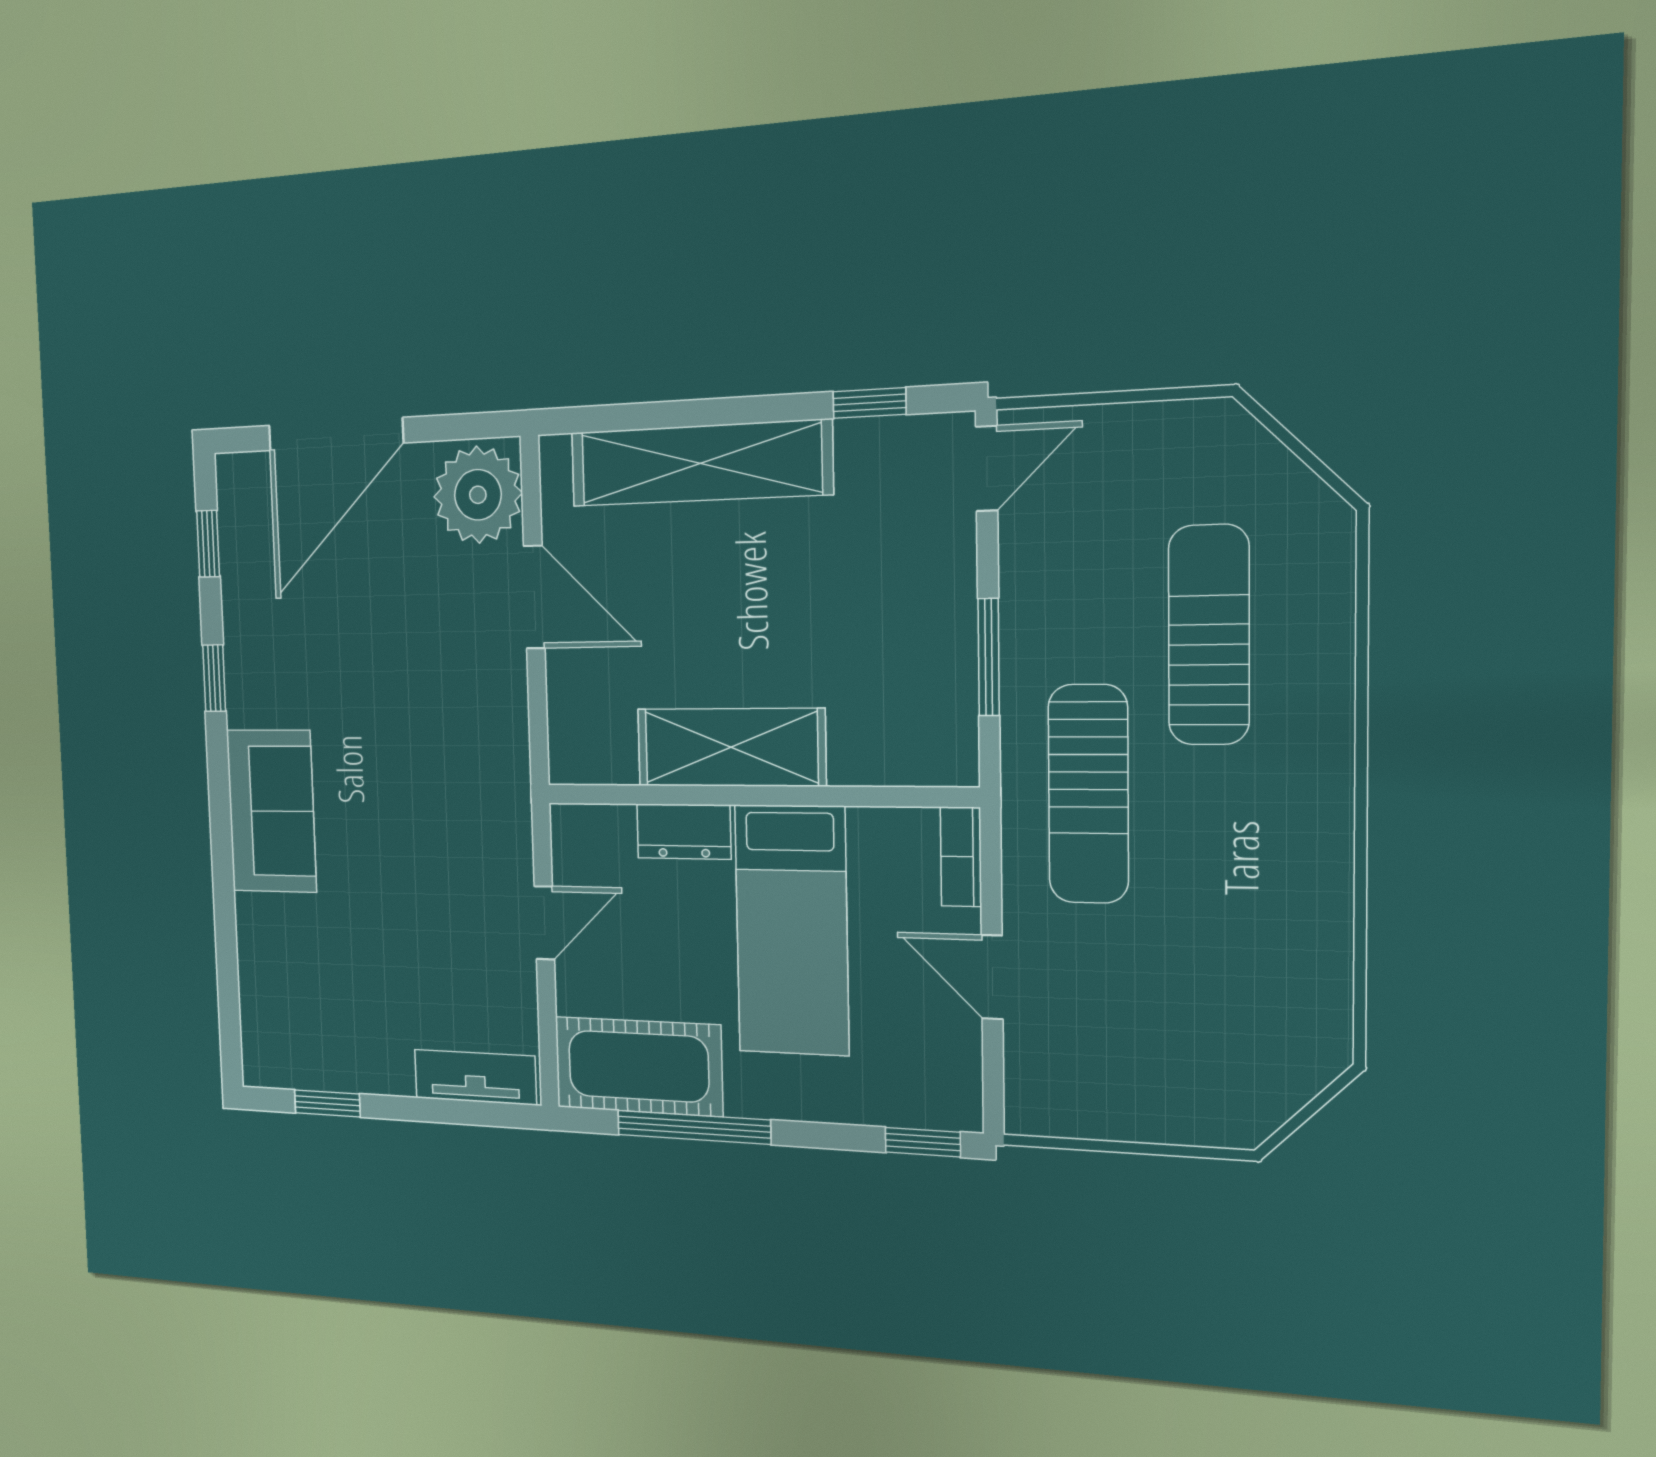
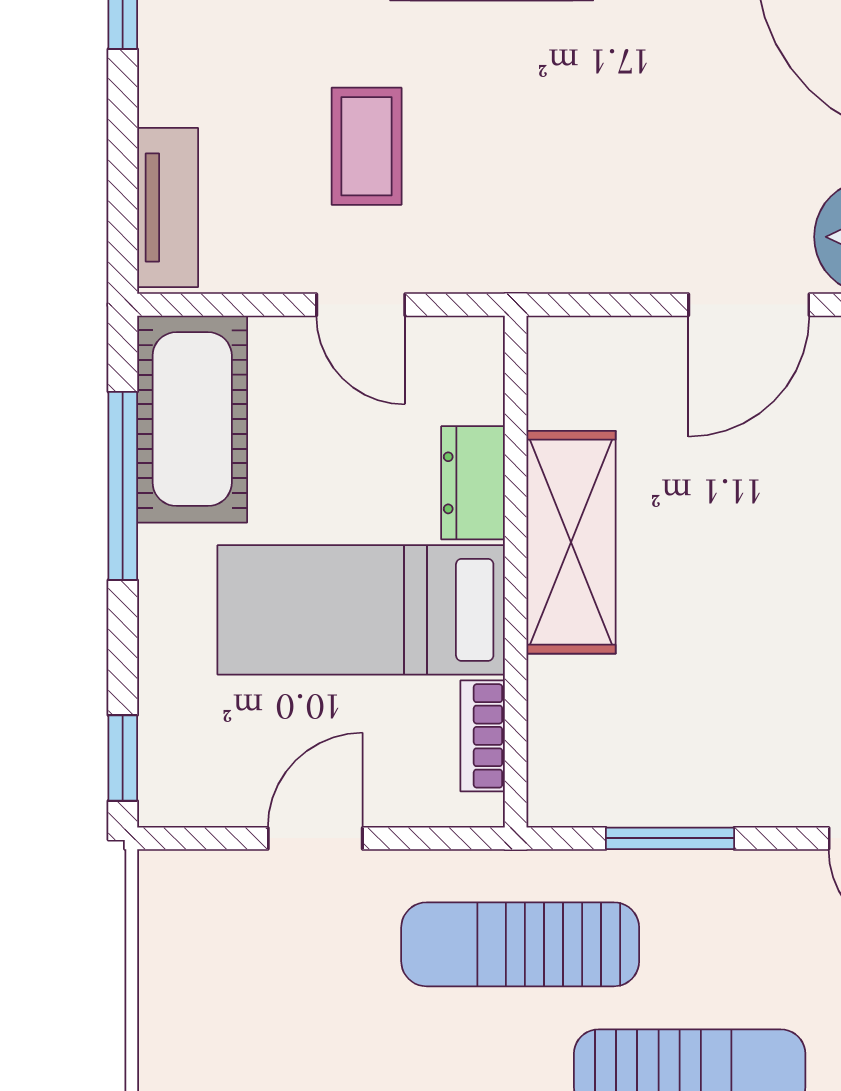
bookcase: (961, 857) -> (483, 736), moved, turned -90
coffee table: (424, 914) -> (367, 146), added

